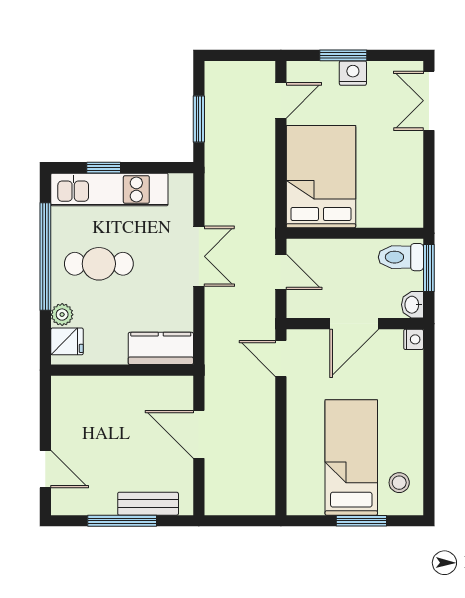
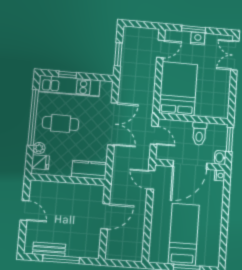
double door: (199, 256) -> (113, 124), width x1.37
toilet: (401, 257) -> (199, 134), moved, turned -90
door: (354, 324) -> (190, 165), width x1.36
door: (199, 434) -> (105, 216), swing flipped
door: (45, 469) -> (24, 210), moved
stool: (399, 483) -> (208, 249), removed
bench: (148, 504) -> (49, 249), moved

